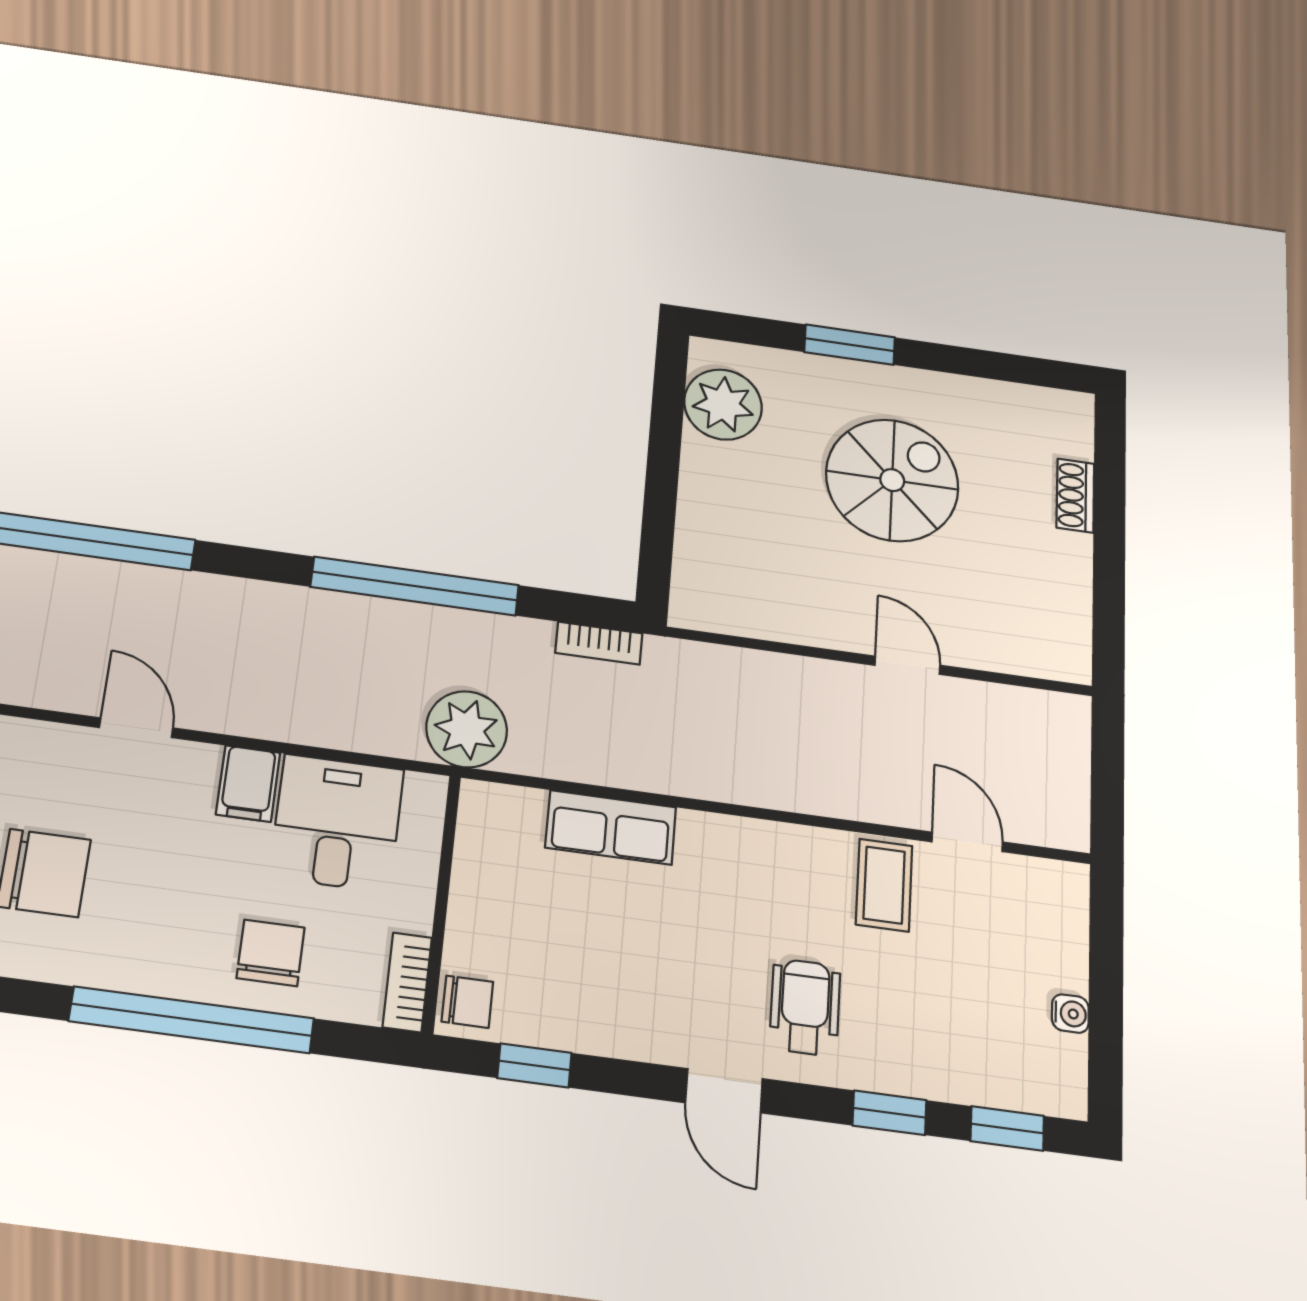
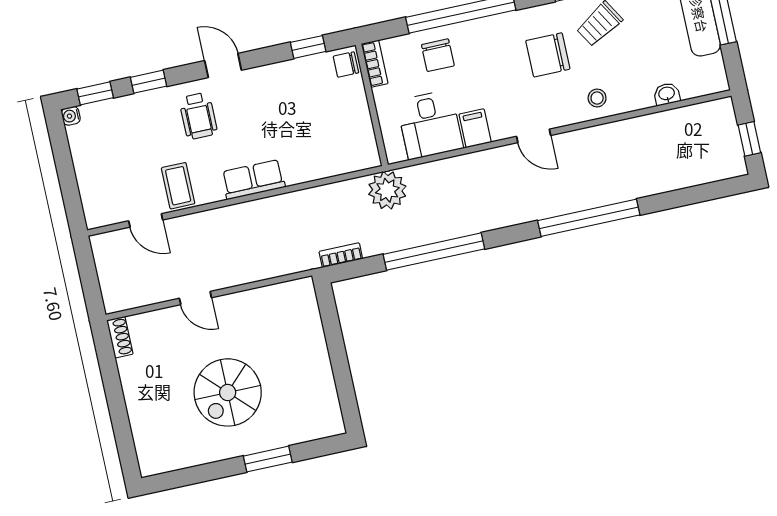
plant: (723, 404) -> (320, 402), removed
shoe rack: (1075, 496) -> (120, 337), moved
row of seats: (611, 827) -> (253, 180), moved
water cooler: (1070, 1014) -> (71, 116), moved

